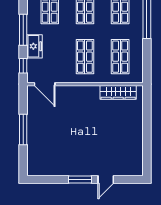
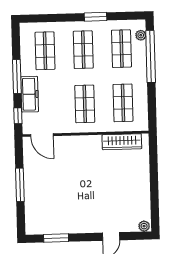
freezer: (34, 46) -> (30, 94), width x1.40
plant: (136, 171) -> (144, 226), added
window: (80, 179) -> (56, 238), moved

